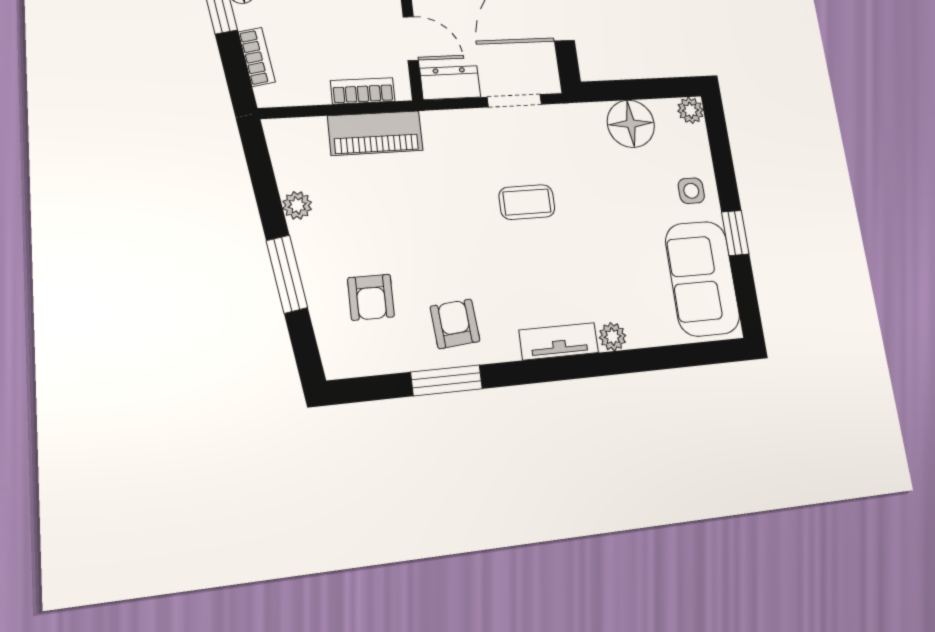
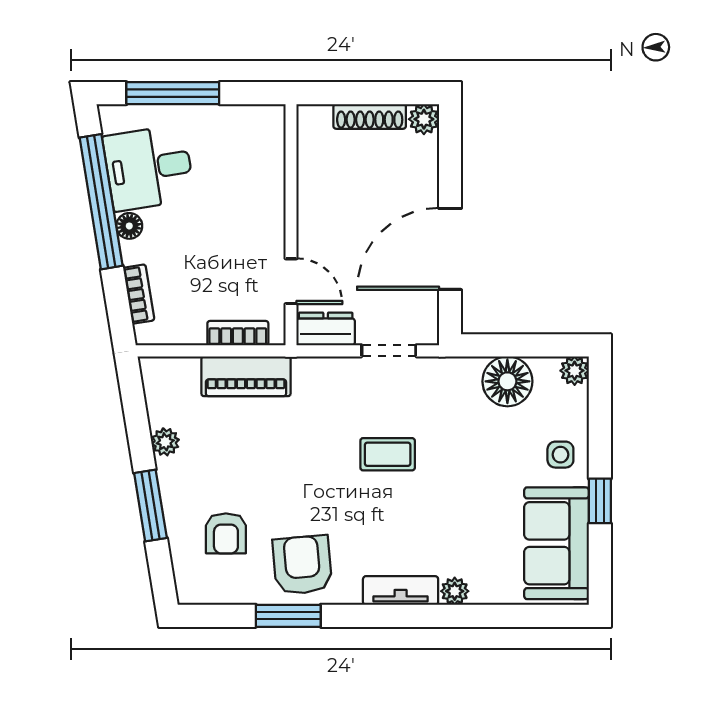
armchair: (455, 324) -> (302, 565), width x1.38, depth x1.38

